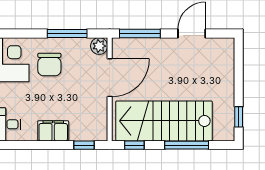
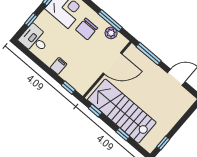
plant: (99, 46) -> (111, 33), moved
filing cabinet: (53, 131) -> (58, 66), width x0.50
window: (187, 145) -> (123, 134), width x0.46

